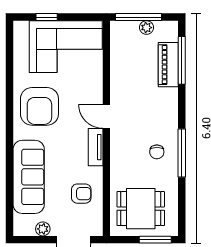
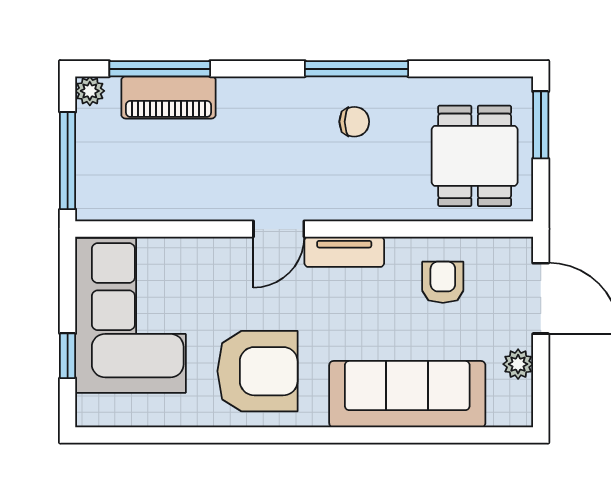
plant: (146, 28) -> (90, 91), moved

